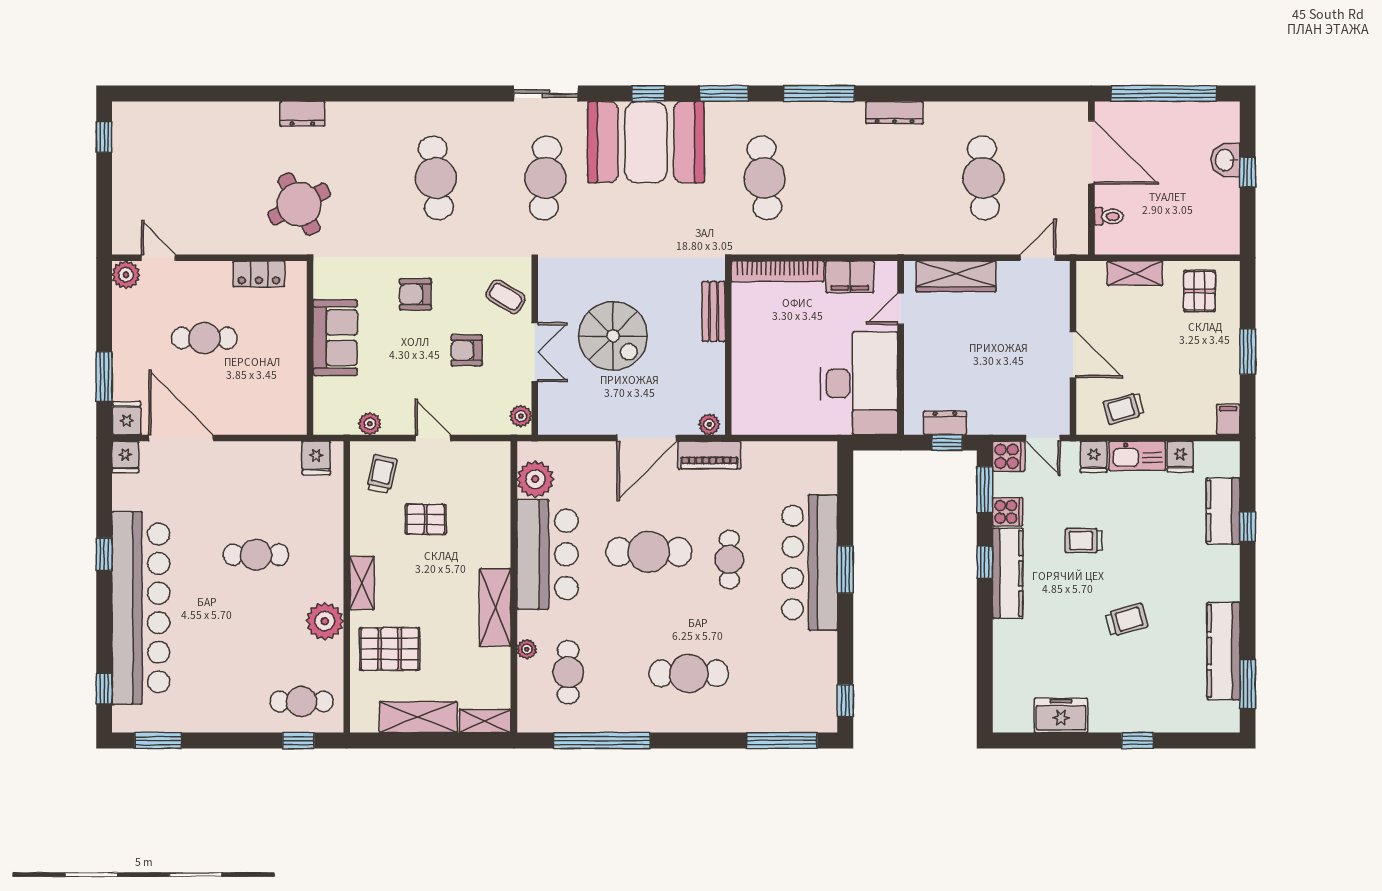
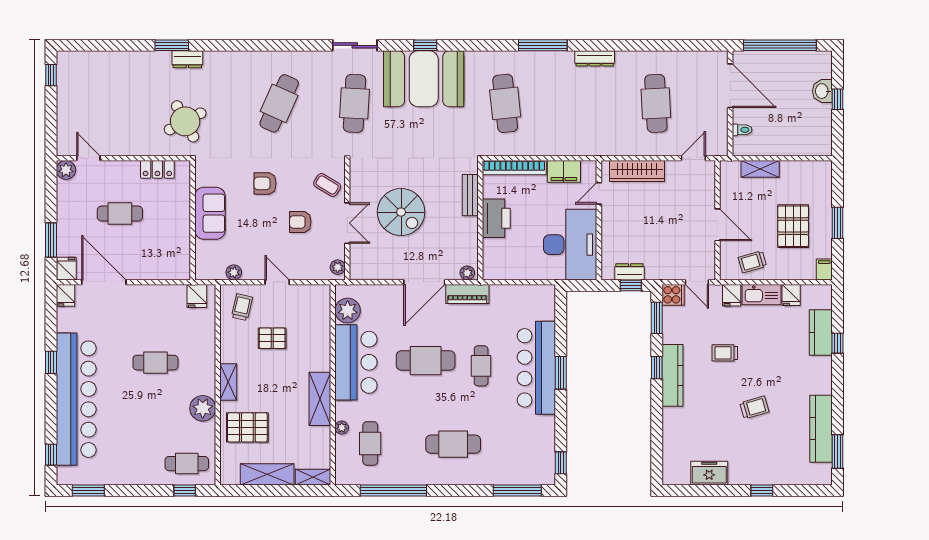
window: (724, 94) -> (172, 45), moved
cafe table: (436, 178) -> (279, 103), turned 30
pallet: (1199, 291) -> (793, 226), moved, width x1.50, depth x1.42
printer: (751, 345) -> (496, 218), added
cooker: (1008, 512) -> (673, 333), removed

